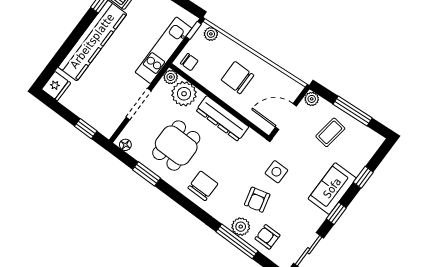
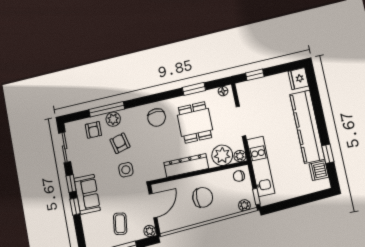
window: (363, 177) -> (75, 206), moved
armchair: (267, 237) -> (93, 130), turned 90

